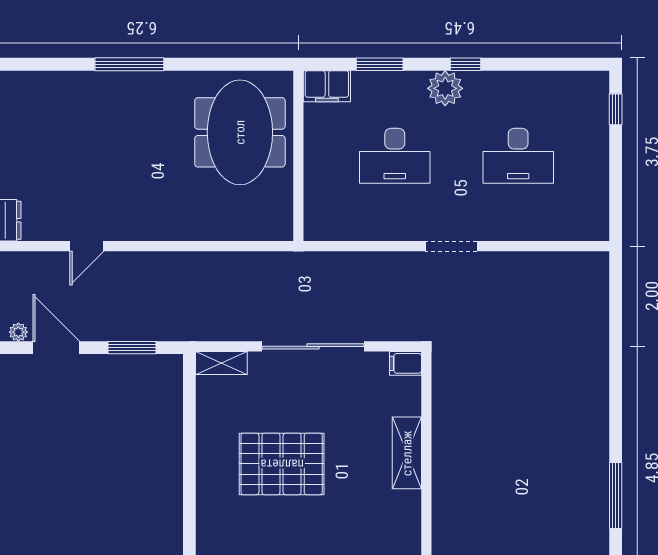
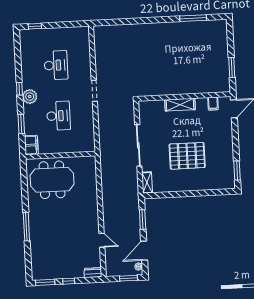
filing cabinet: (405, 363) -> (213, 104), moved
pallet: (282, 464) -> (187, 156), turned 90

